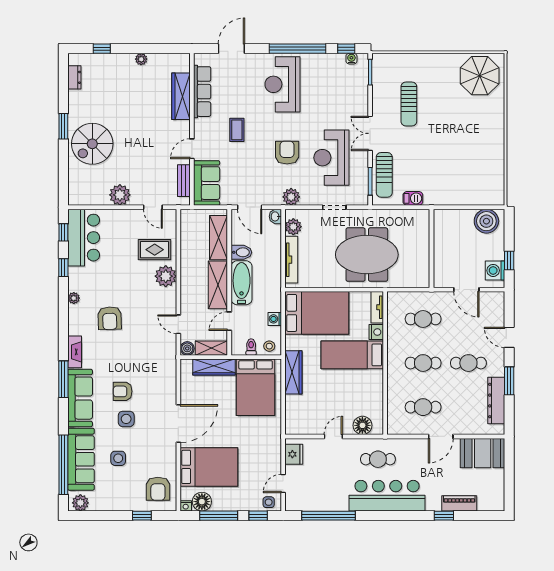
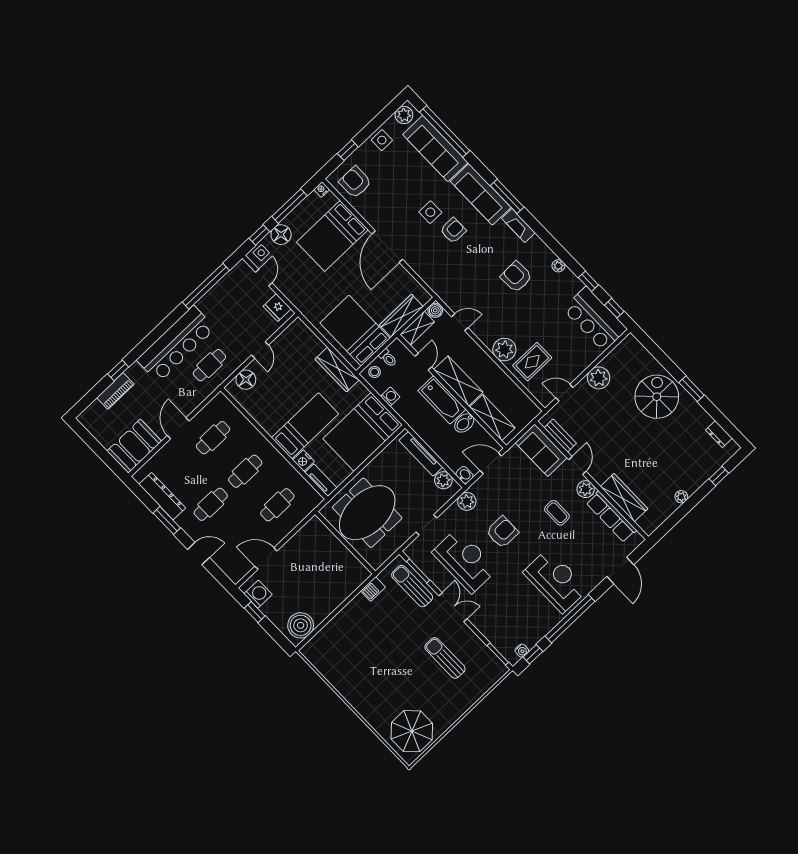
plant: (202, 127) -> (586, 489), added
armchair: (287, 153) -> (502, 532), turned -90
wall: (432, 248) -> (345, 543), moved
side table: (118, 458) -> (382, 140), moved
floor lamp: (202, 502) -> (281, 235), moved

